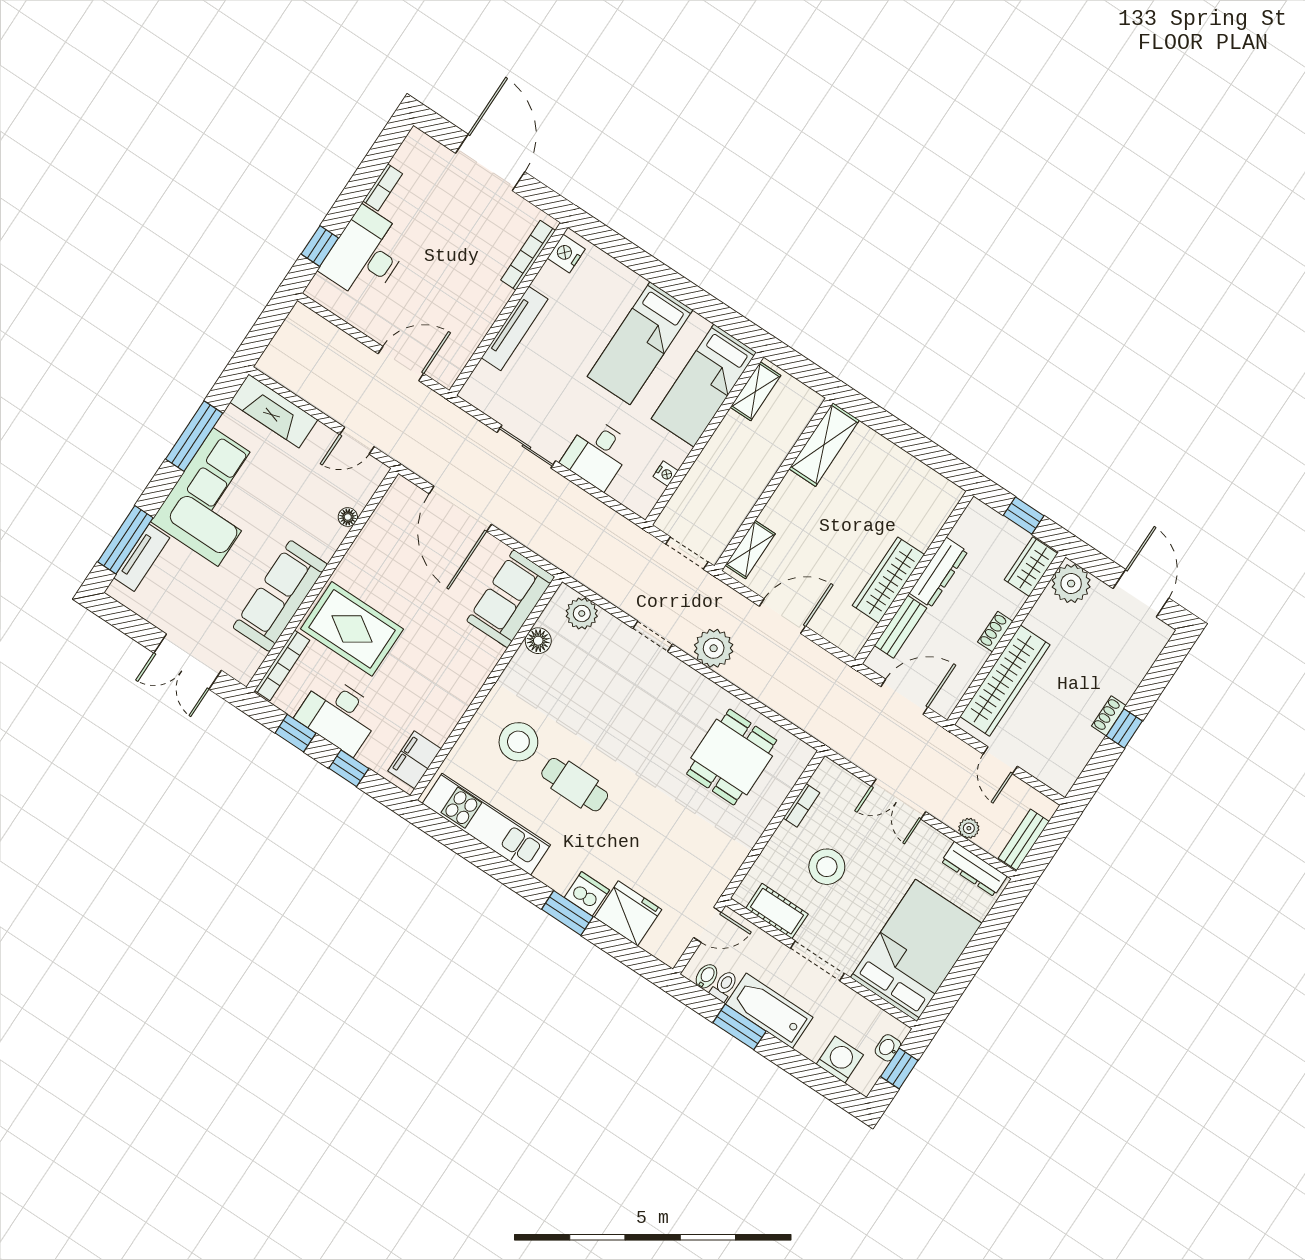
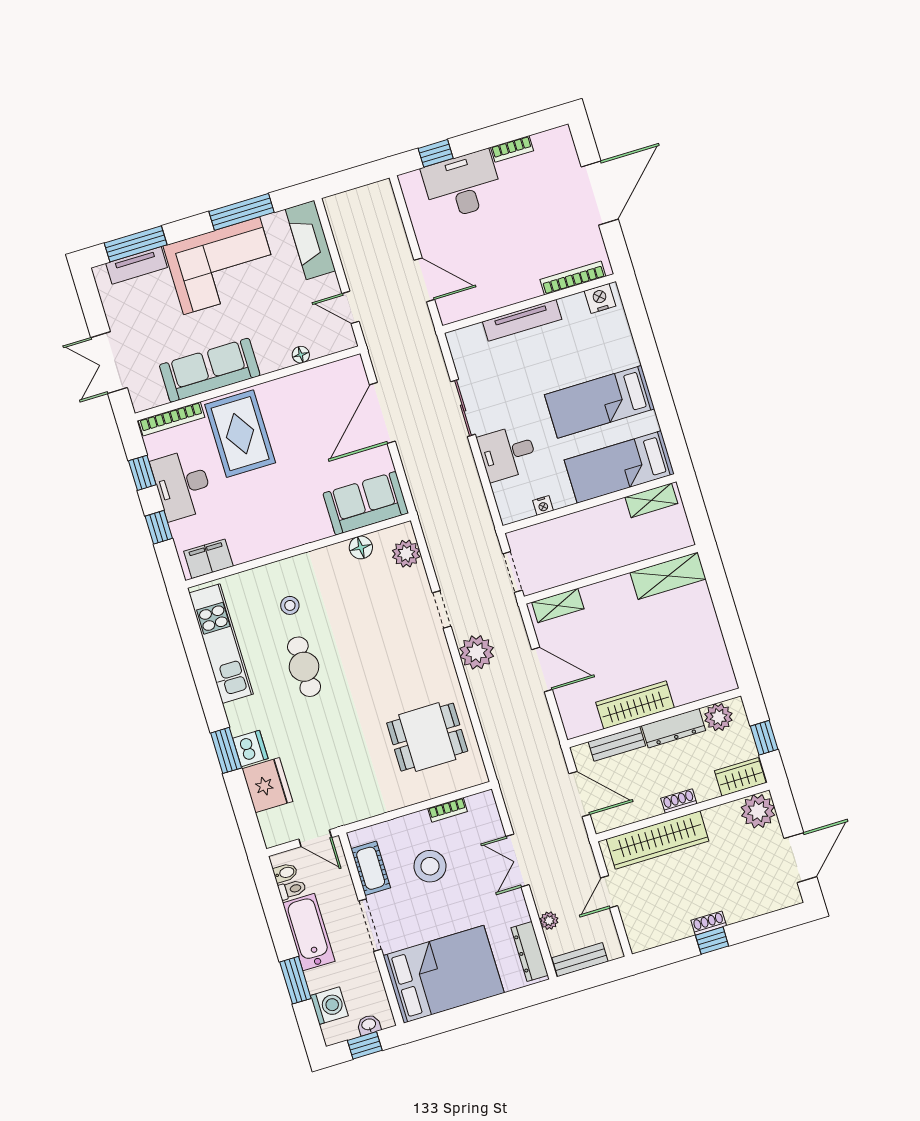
plant: (969, 531) -> (718, 717), added
stool: (518, 742) -> (290, 605), width x0.53, depth x0.53
window: (740, 1027) -> (295, 980), moved

